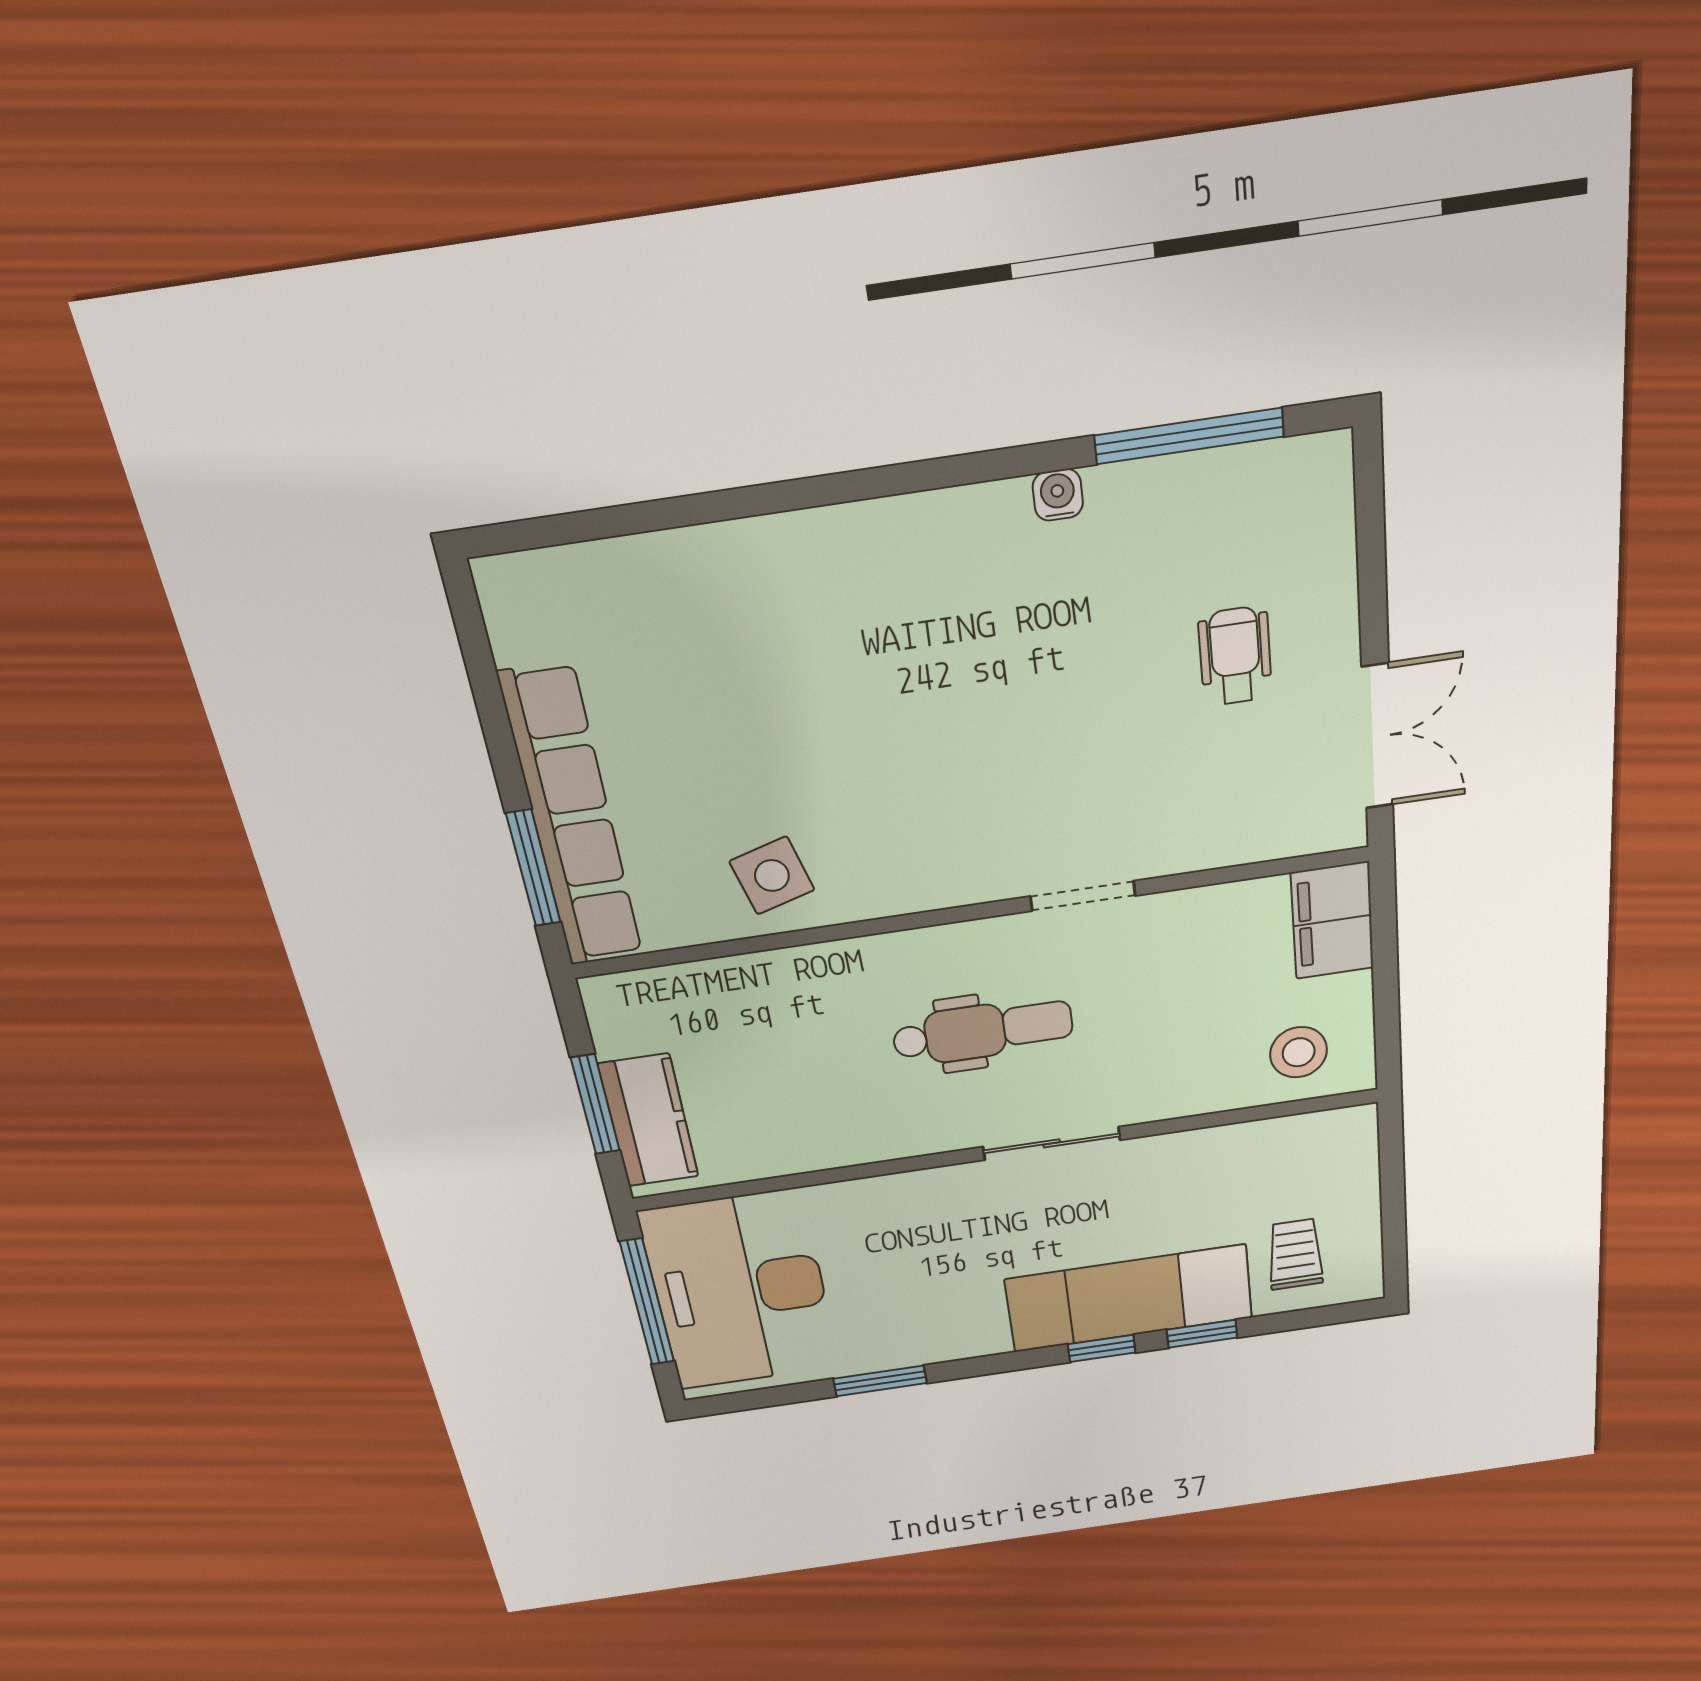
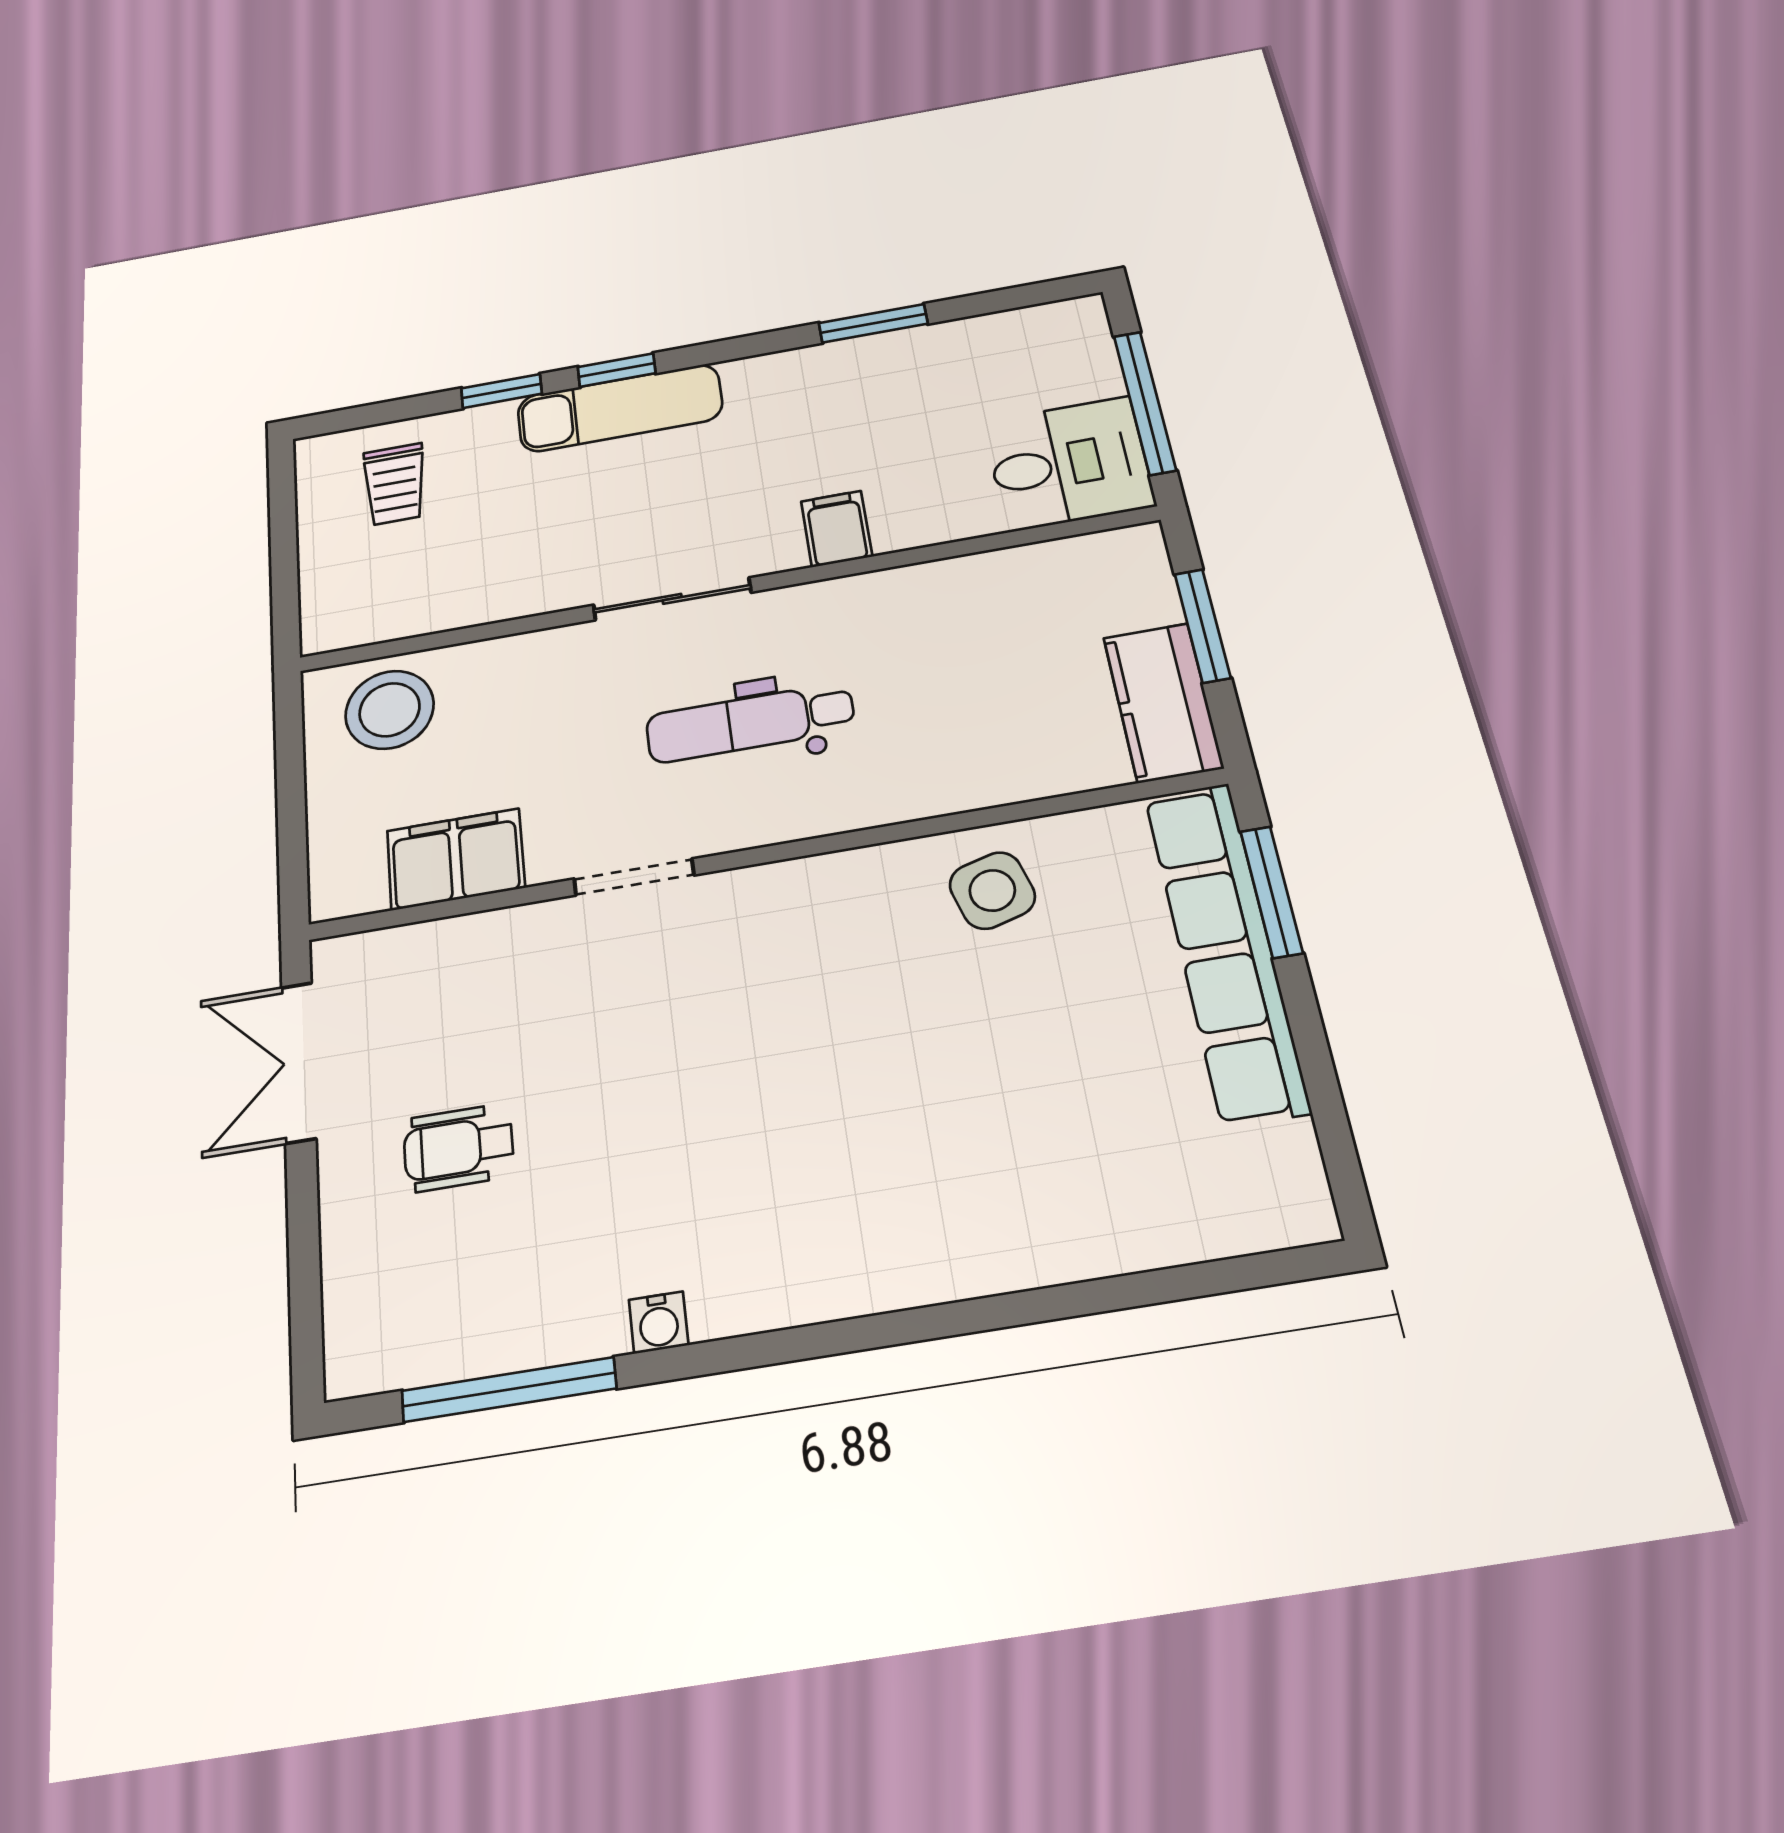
wheelchair: (1235, 656) -> (458, 1148), turned 90
filing cabinet: (1332, 921) -> (456, 859), moved, turned -90
stool: (1299, 1052) -> (390, 710), width x1.38, depth x1.38
kitchen counter: (648, 1121) -> (1163, 702), moved
filing cabinet: (910, 1201) -> (837, 529), added
desk: (740, 1290) -> (1069, 464), width x0.53, depth x0.77
exam couch: (1129, 1299) -> (620, 408), width x0.73, depth x0.69

